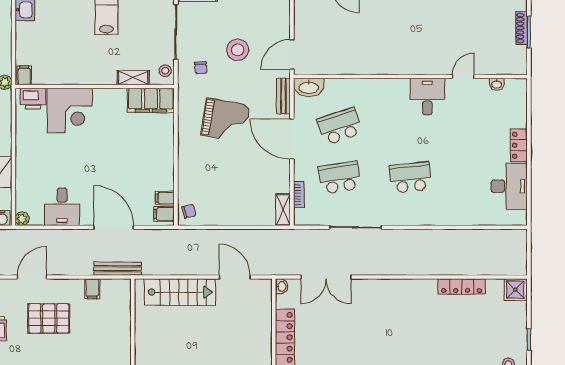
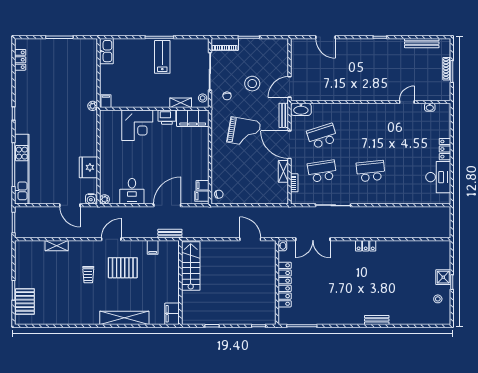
desk: (427, 96) -> (382, 116), removed
printer: (33, 99) -> (167, 117), moved
shelving: (283, 210) -> (283, 171), moved
door: (114, 227) -> (167, 205), hinge flipped
bench: (118, 269) -> (170, 234), width x0.73
locker: (462, 287) -> (366, 246), moved, width x0.66
shower: (515, 290) -> (443, 277), moved
stairs: (180, 292) -> (191, 266), moved, turned -90

